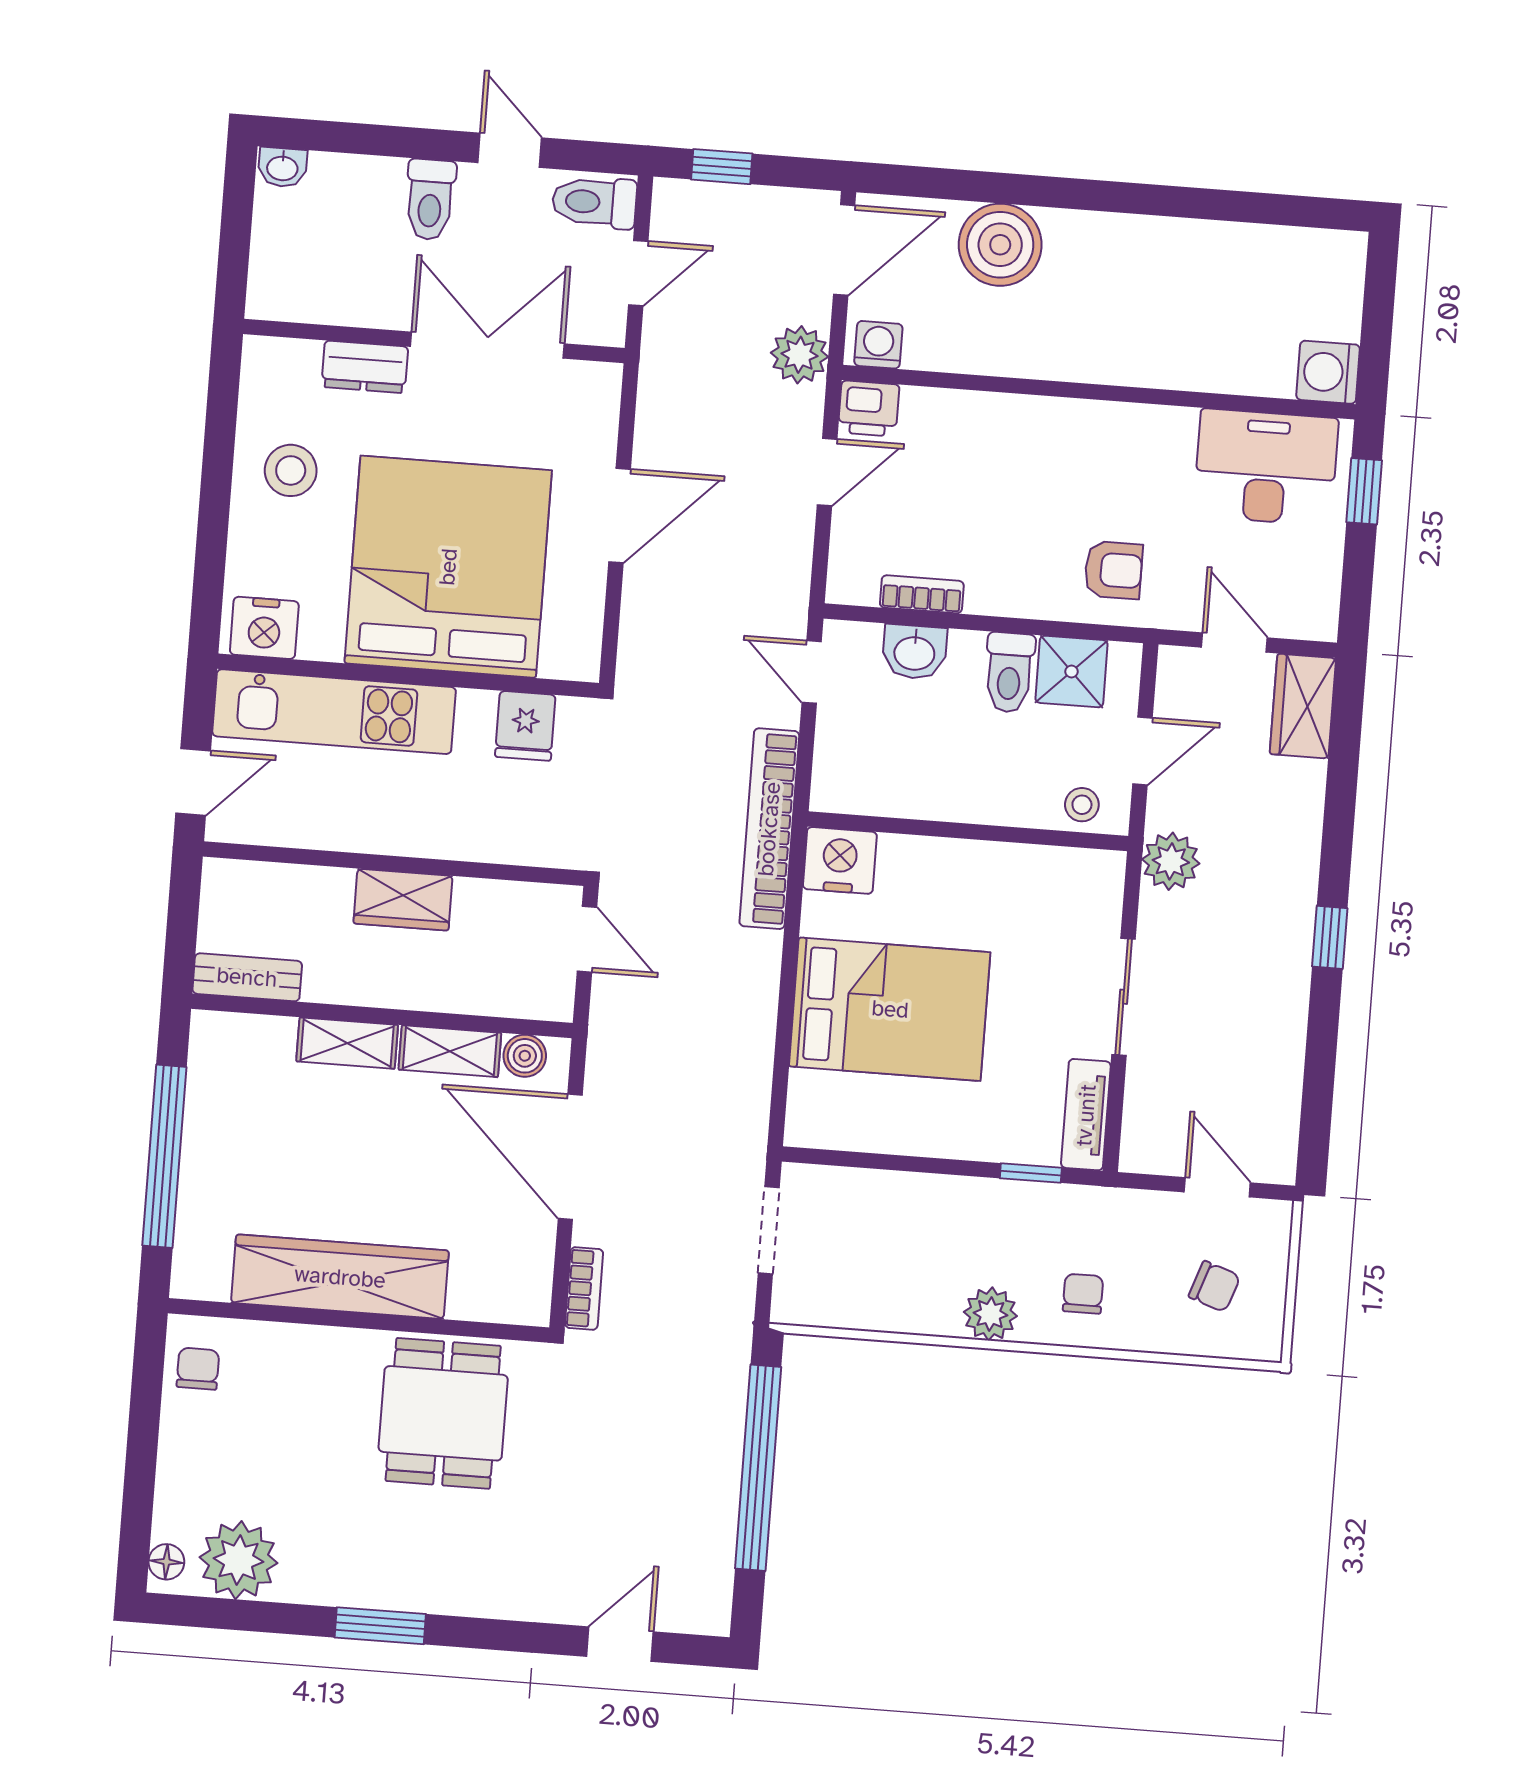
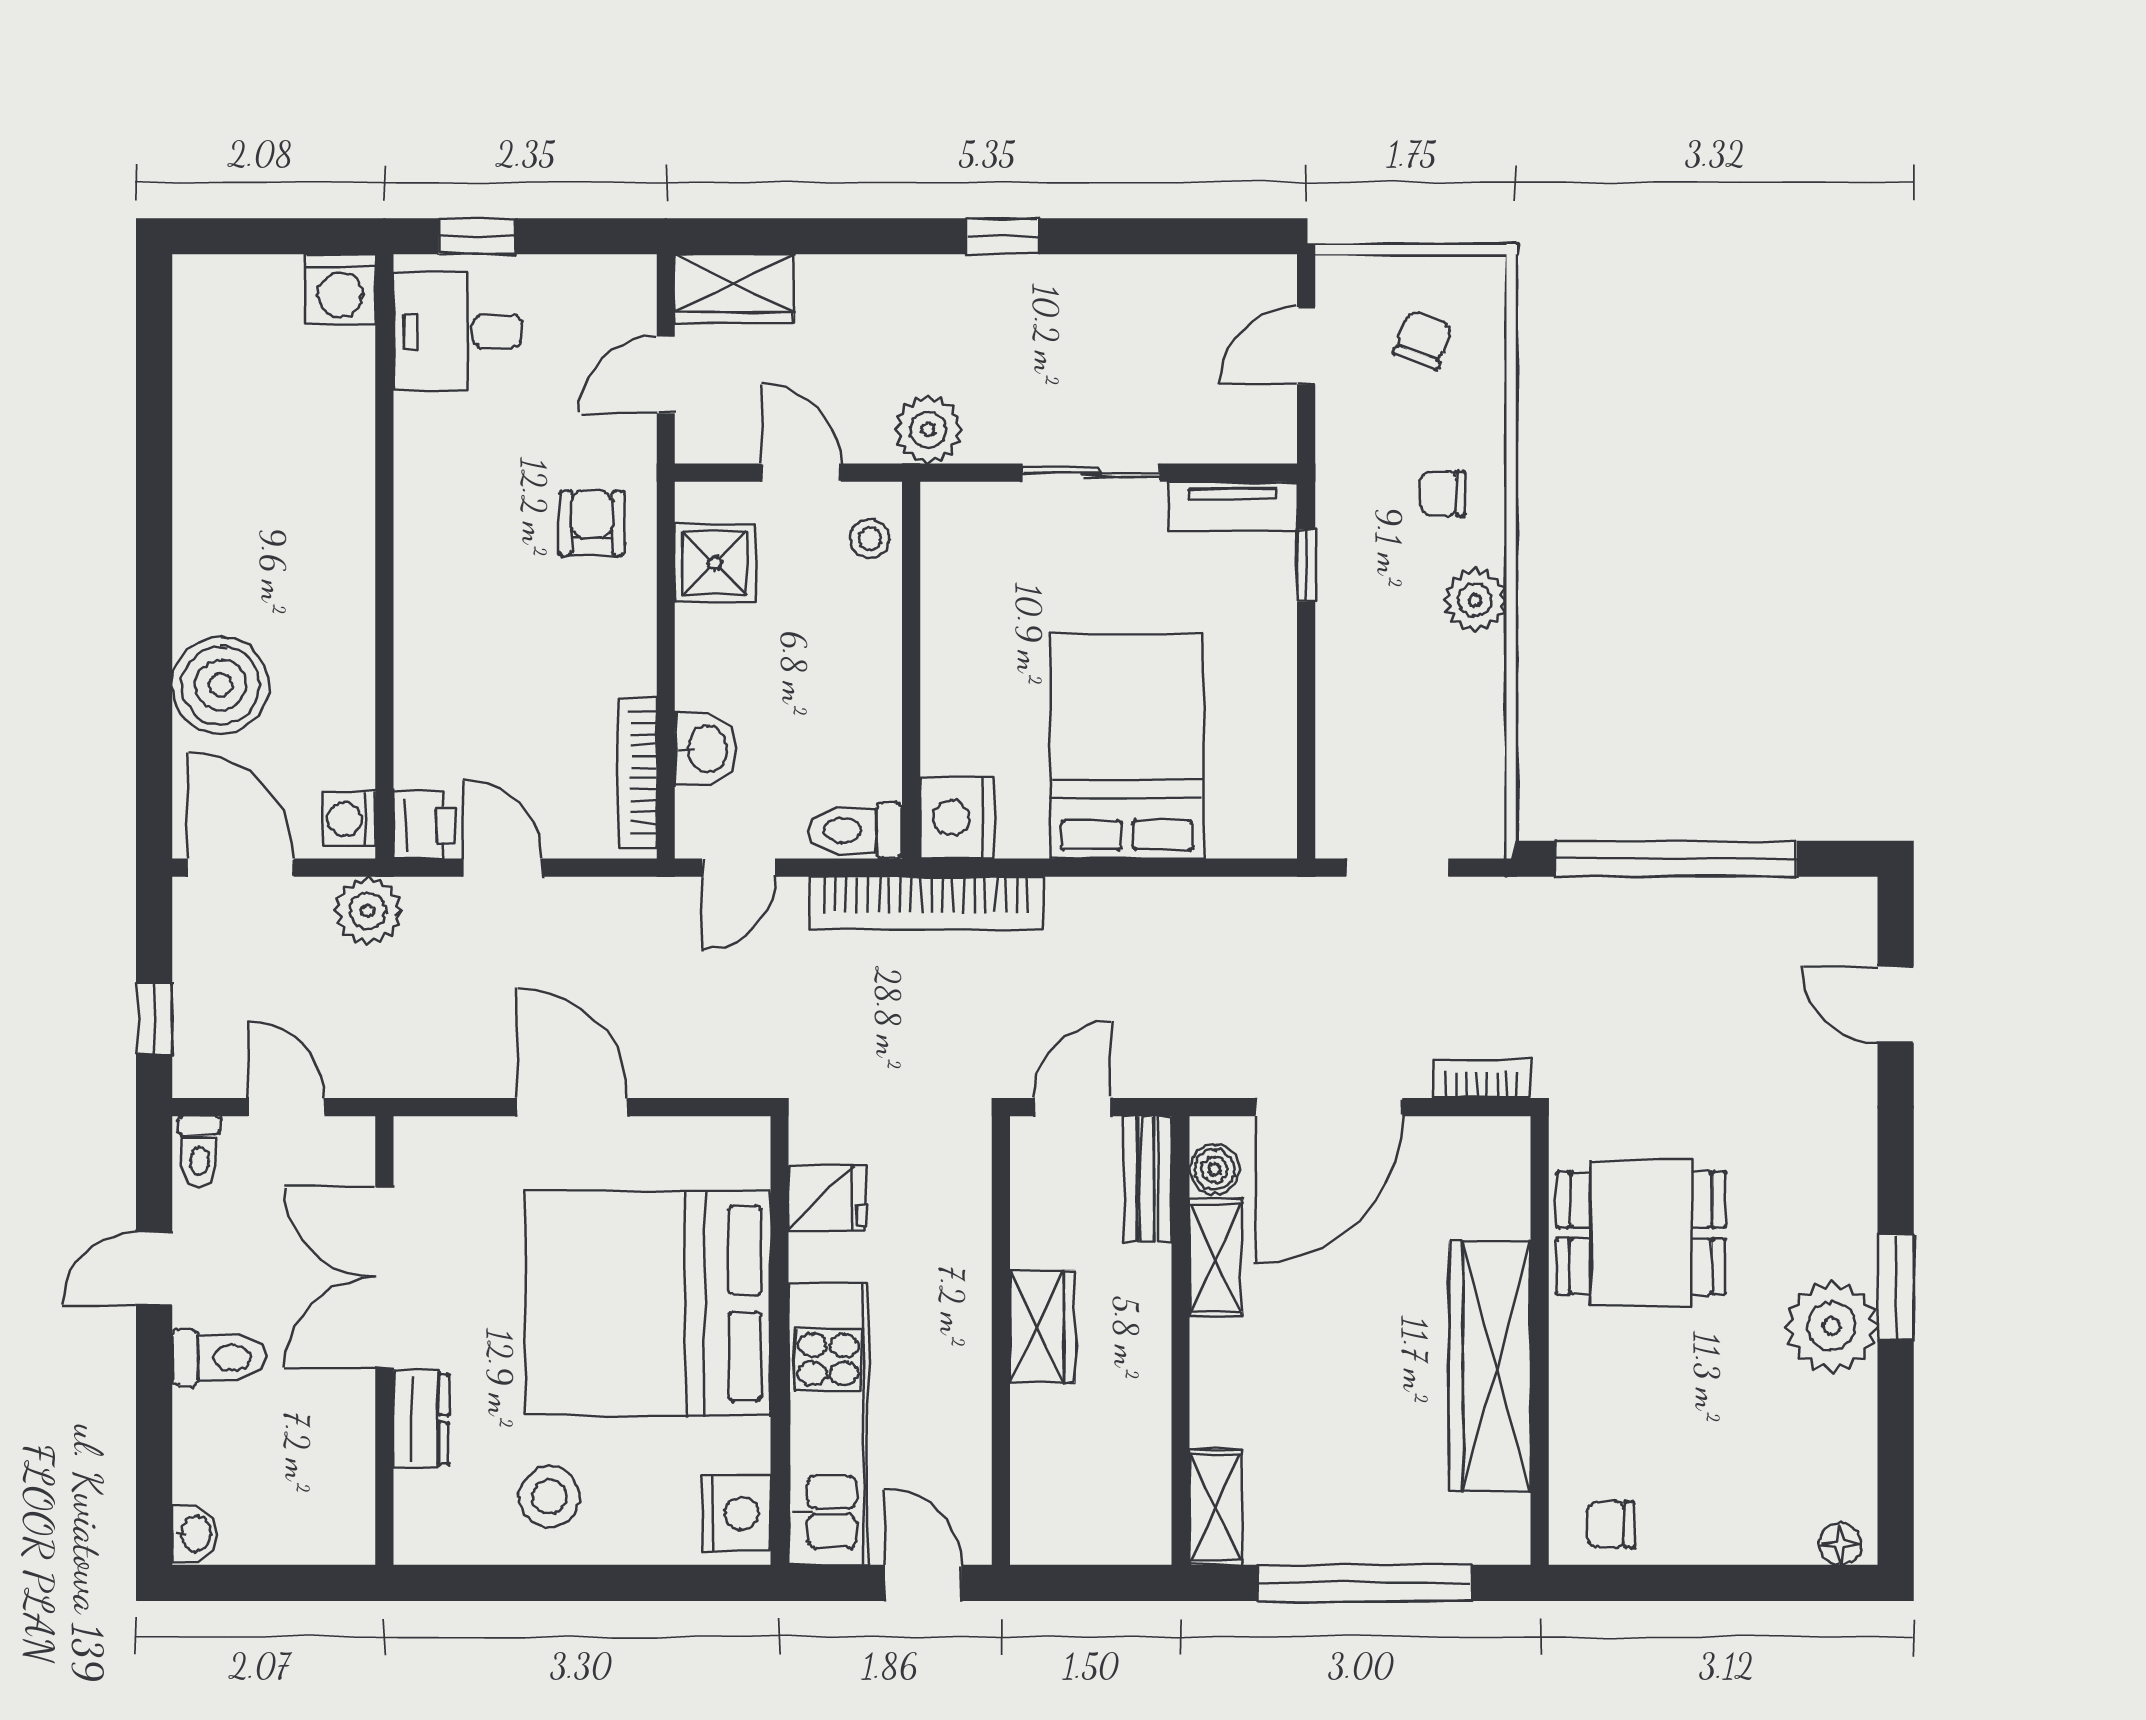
toilet: (594, 202) -> (199, 1151), width x0.73, depth x0.72
desk: (1266, 467) -> (457, 332), width x0.73
bookcase: (922, 594) -> (638, 773), width x1.56
toilet: (1009, 672) -> (856, 830), moved, turned 180
bench: (247, 977) -> (1147, 1179), moved
shelving: (347, 1043) -> (1216, 1507), moved
plant: (239, 1560) -> (1831, 1326), moved

